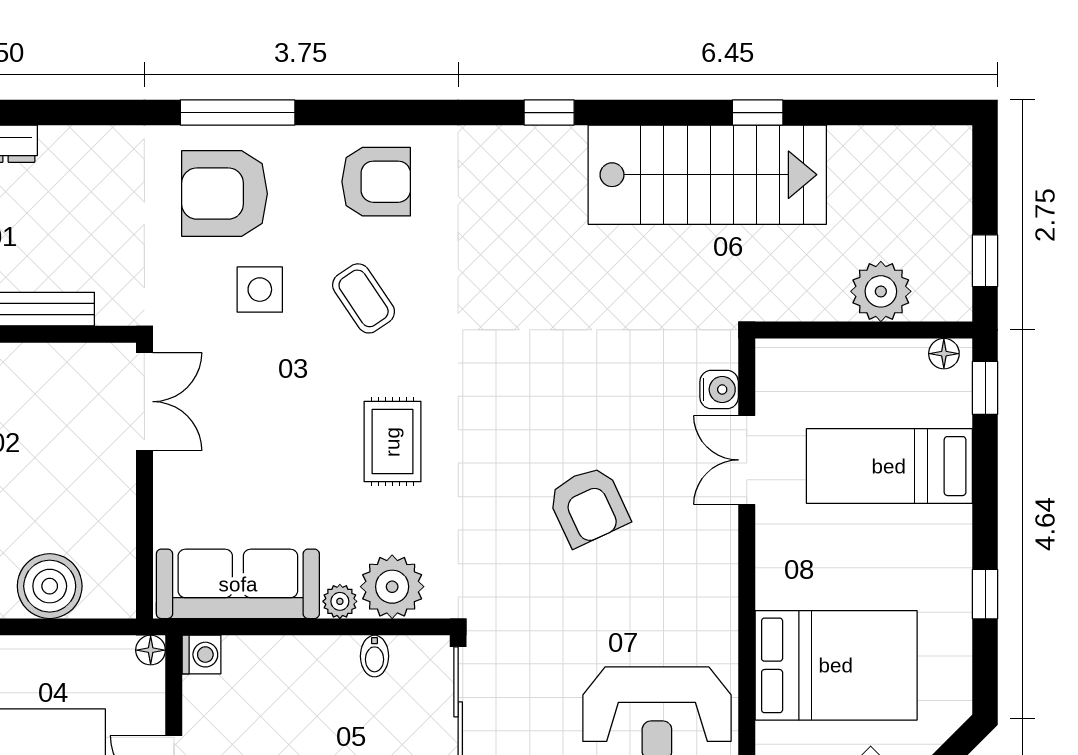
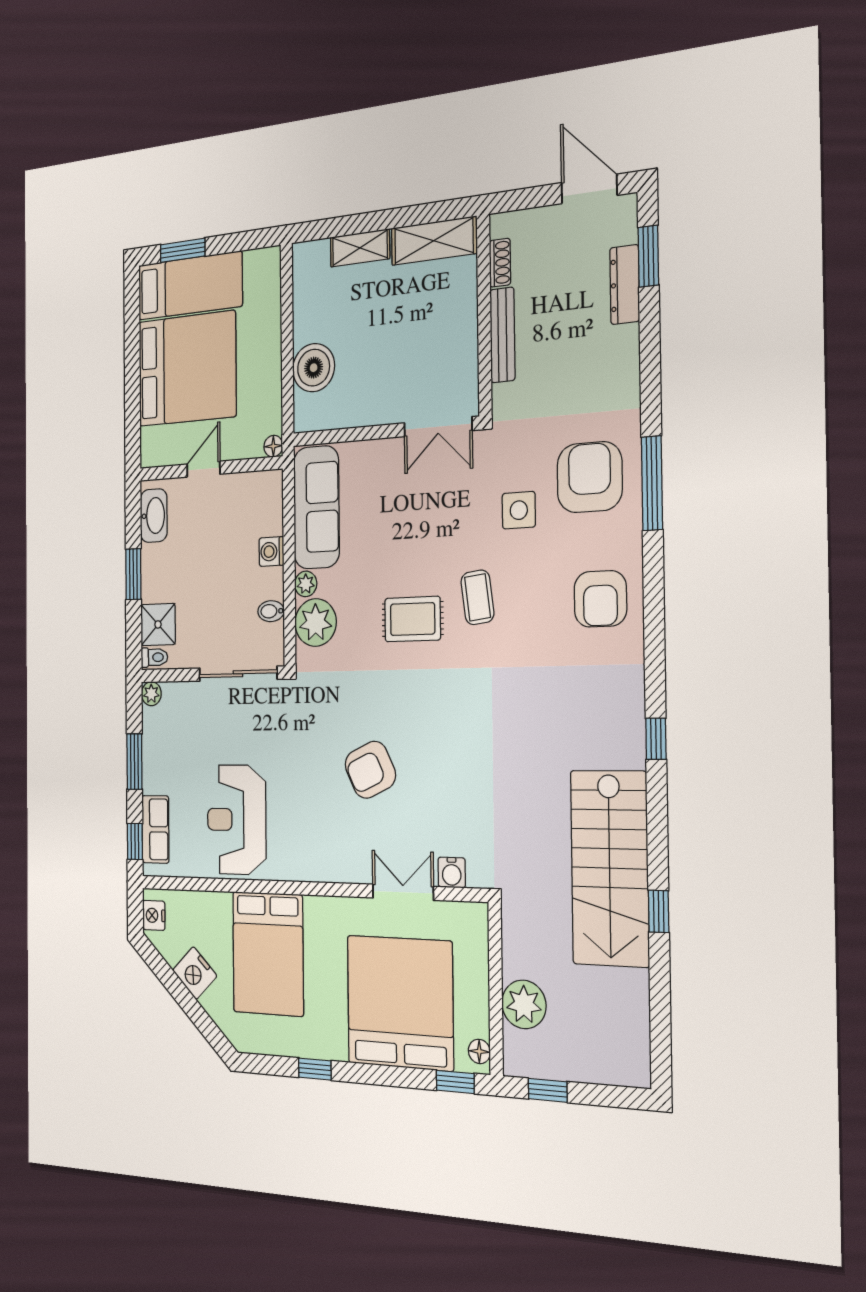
coffee table: (364, 298) -> (477, 597), moved, turned -63
bed: (889, 466) -> (400, 1003), width x2.04
washing machine: (201, 655) -> (271, 552), moved, turned 90

